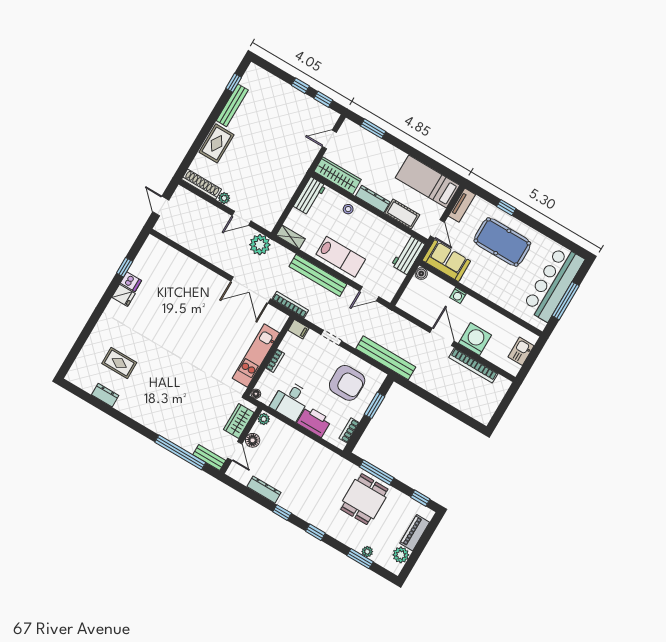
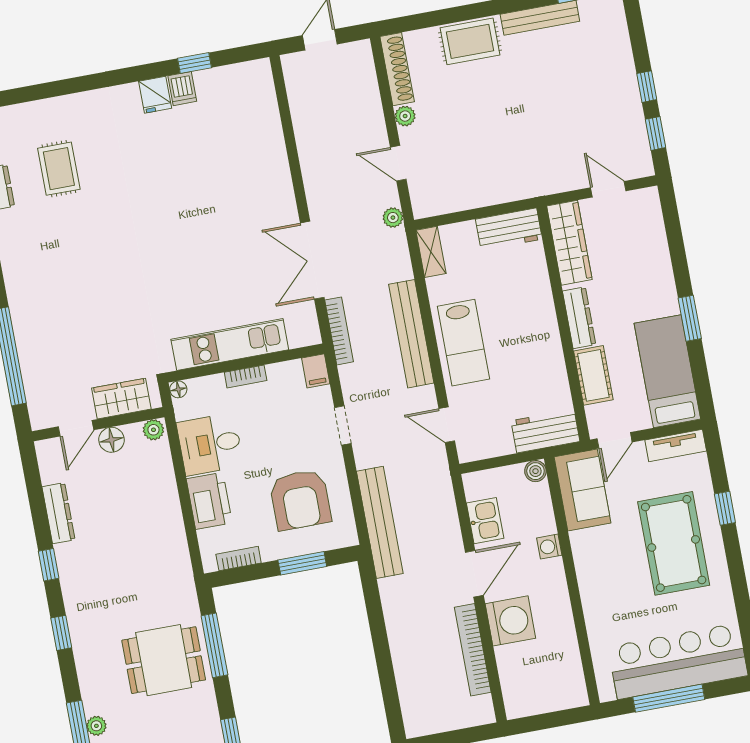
window: (373, 129) -> (690, 318), moved
stool: (348, 209) -> (536, 296), removed
plant: (260, 245) -> (393, 218), width x0.53, depth x0.53
kitchen sink: (521, 351) -> (485, 521), moved, turned 90
bench: (209, 458) -> (37, 402), removed

